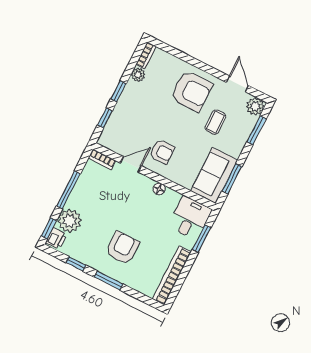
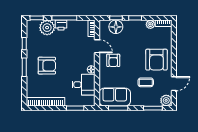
floor lamp: (117, 124) -> (116, 27), added
desk: (190, 218) -> (84, 85), moved
printer: (56, 238) -> (61, 25), moved

